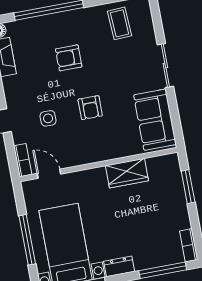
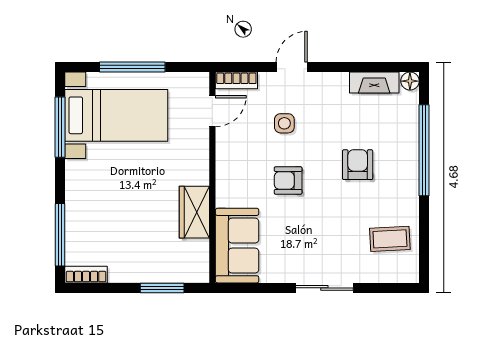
sofa: (155, 120) -> (237, 246), moved, turned 90
dresser: (119, 266) -> (76, 179), removed

